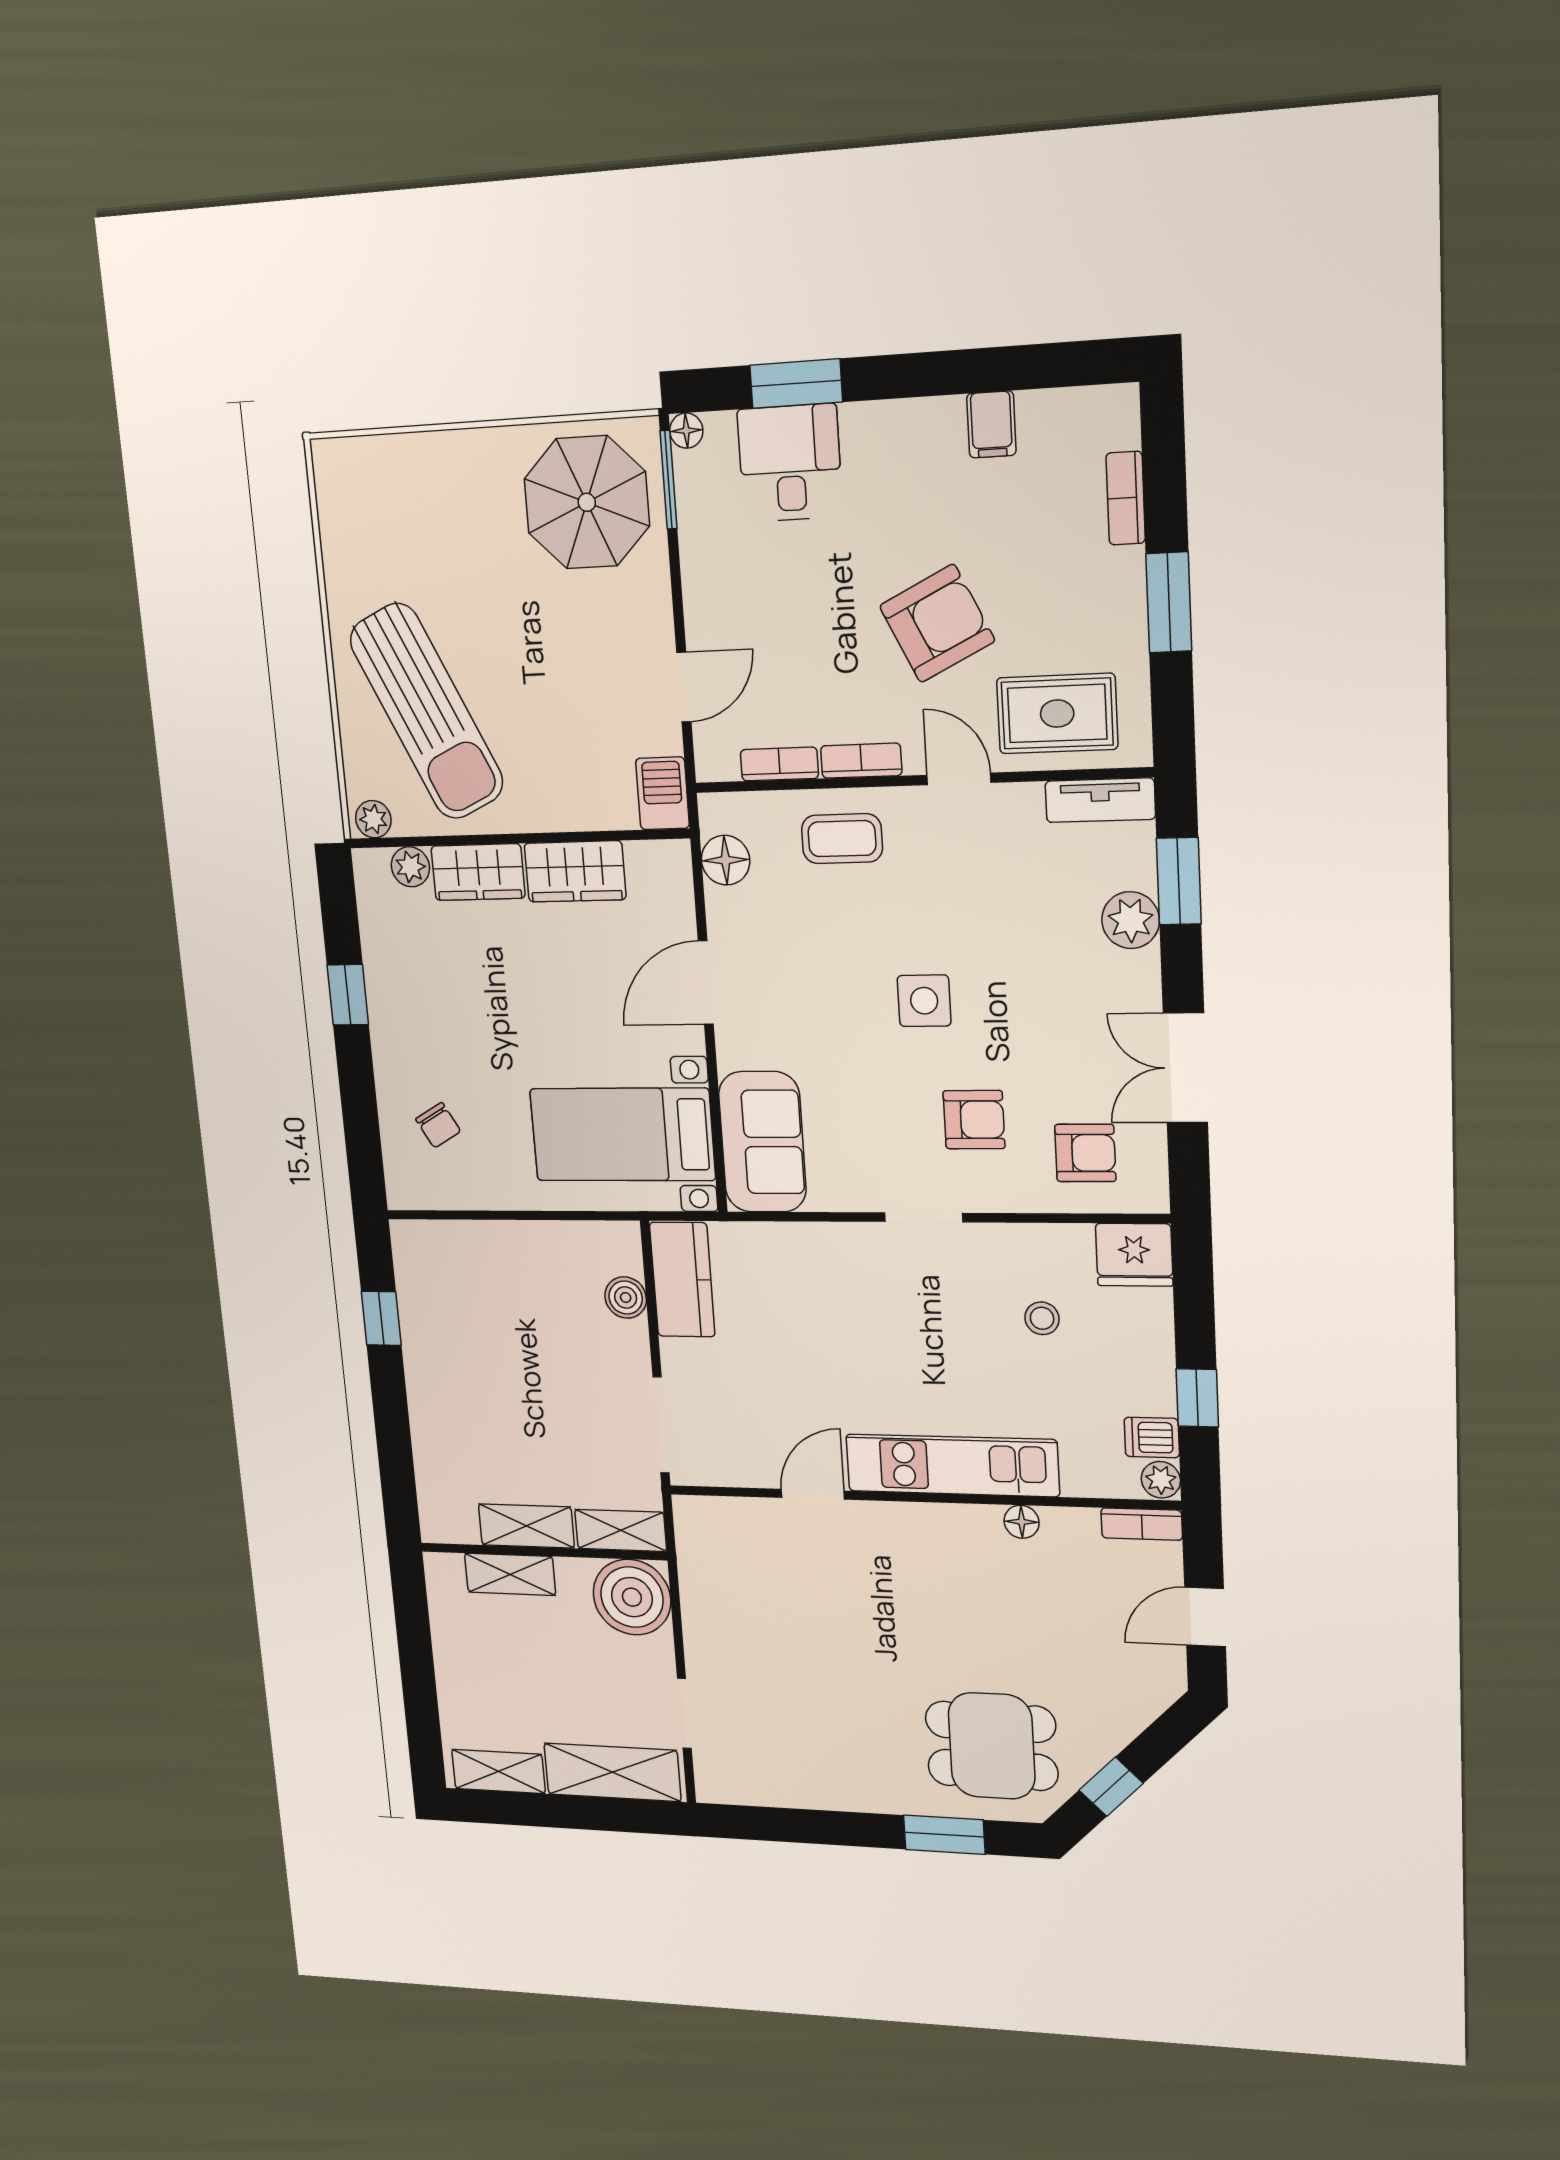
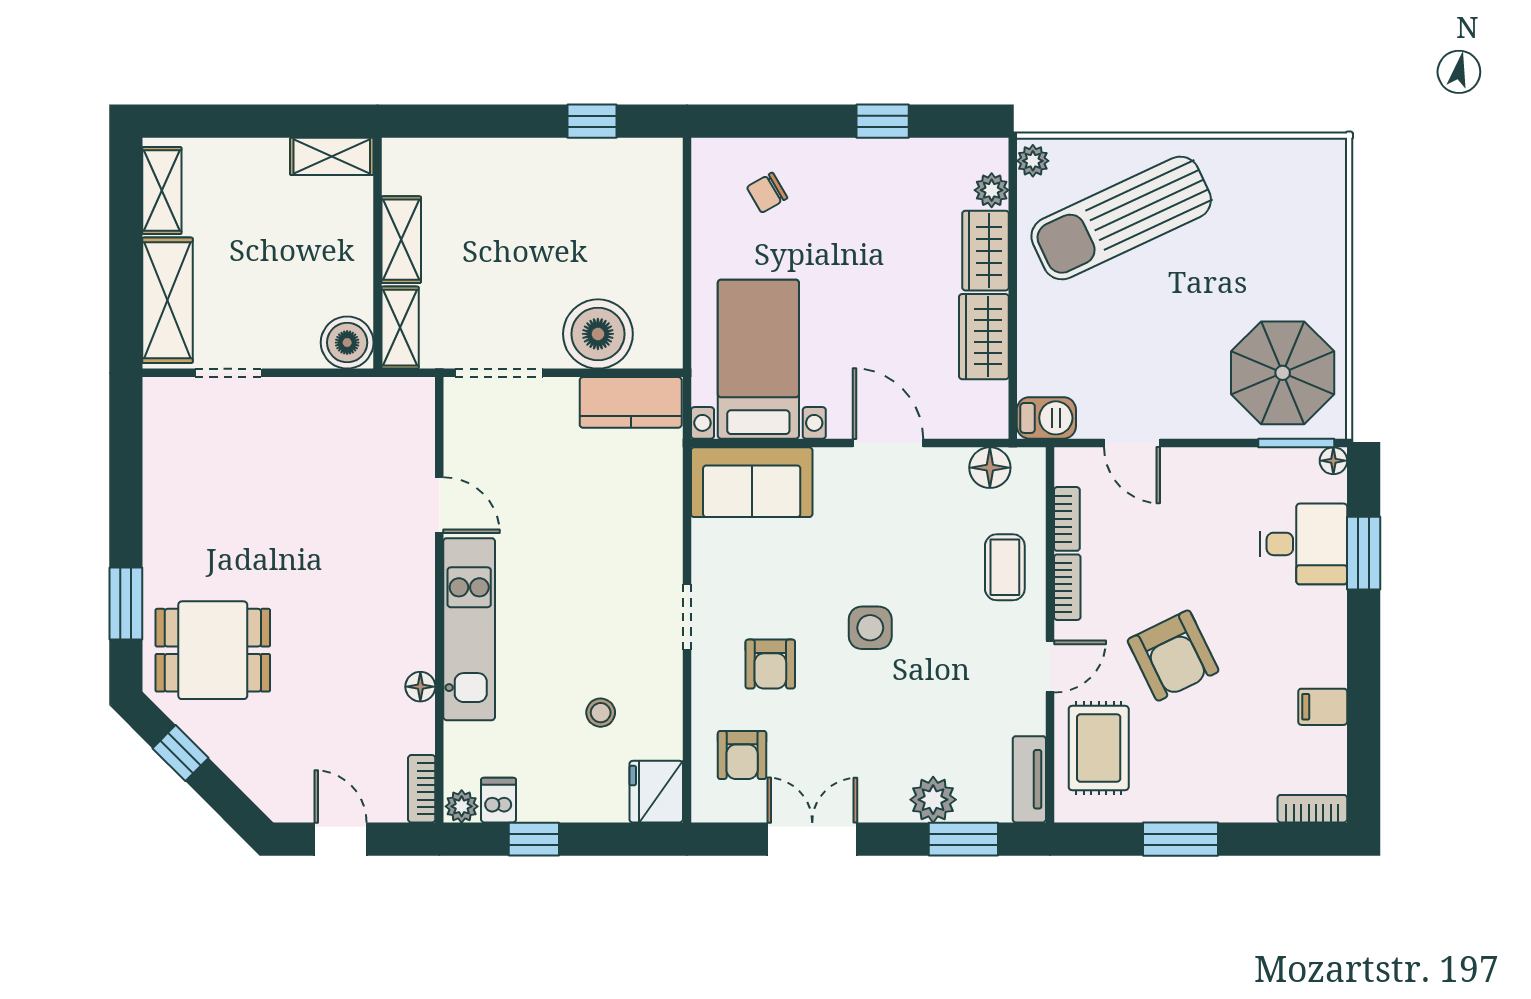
bookcase: (1126, 498) -> (1312, 809), moved
boiler: (626, 1298) -> (598, 334), width x1.86, depth x1.86
shelving: (510, 1574) -> (332, 156), moved, turned 90
boiler: (632, 1597) -> (347, 343), width x0.73, depth x0.73
dining table: (992, 1746) -> (213, 650), turned 90

